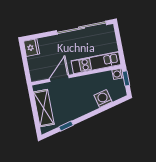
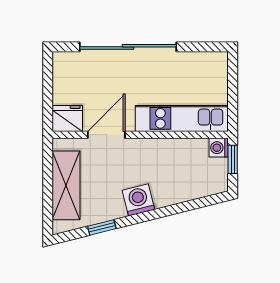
sliding door: (82, 28) -> (128, 47), moved
fridge: (32, 48) -> (67, 118), moved, turned -90
washing machine: (103, 99) -> (138, 200), moved

